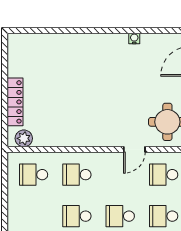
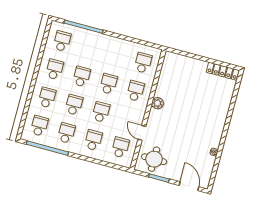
locker: (15, 102) -> (223, 71), moved
plant: (24, 138) -> (157, 103), moved

